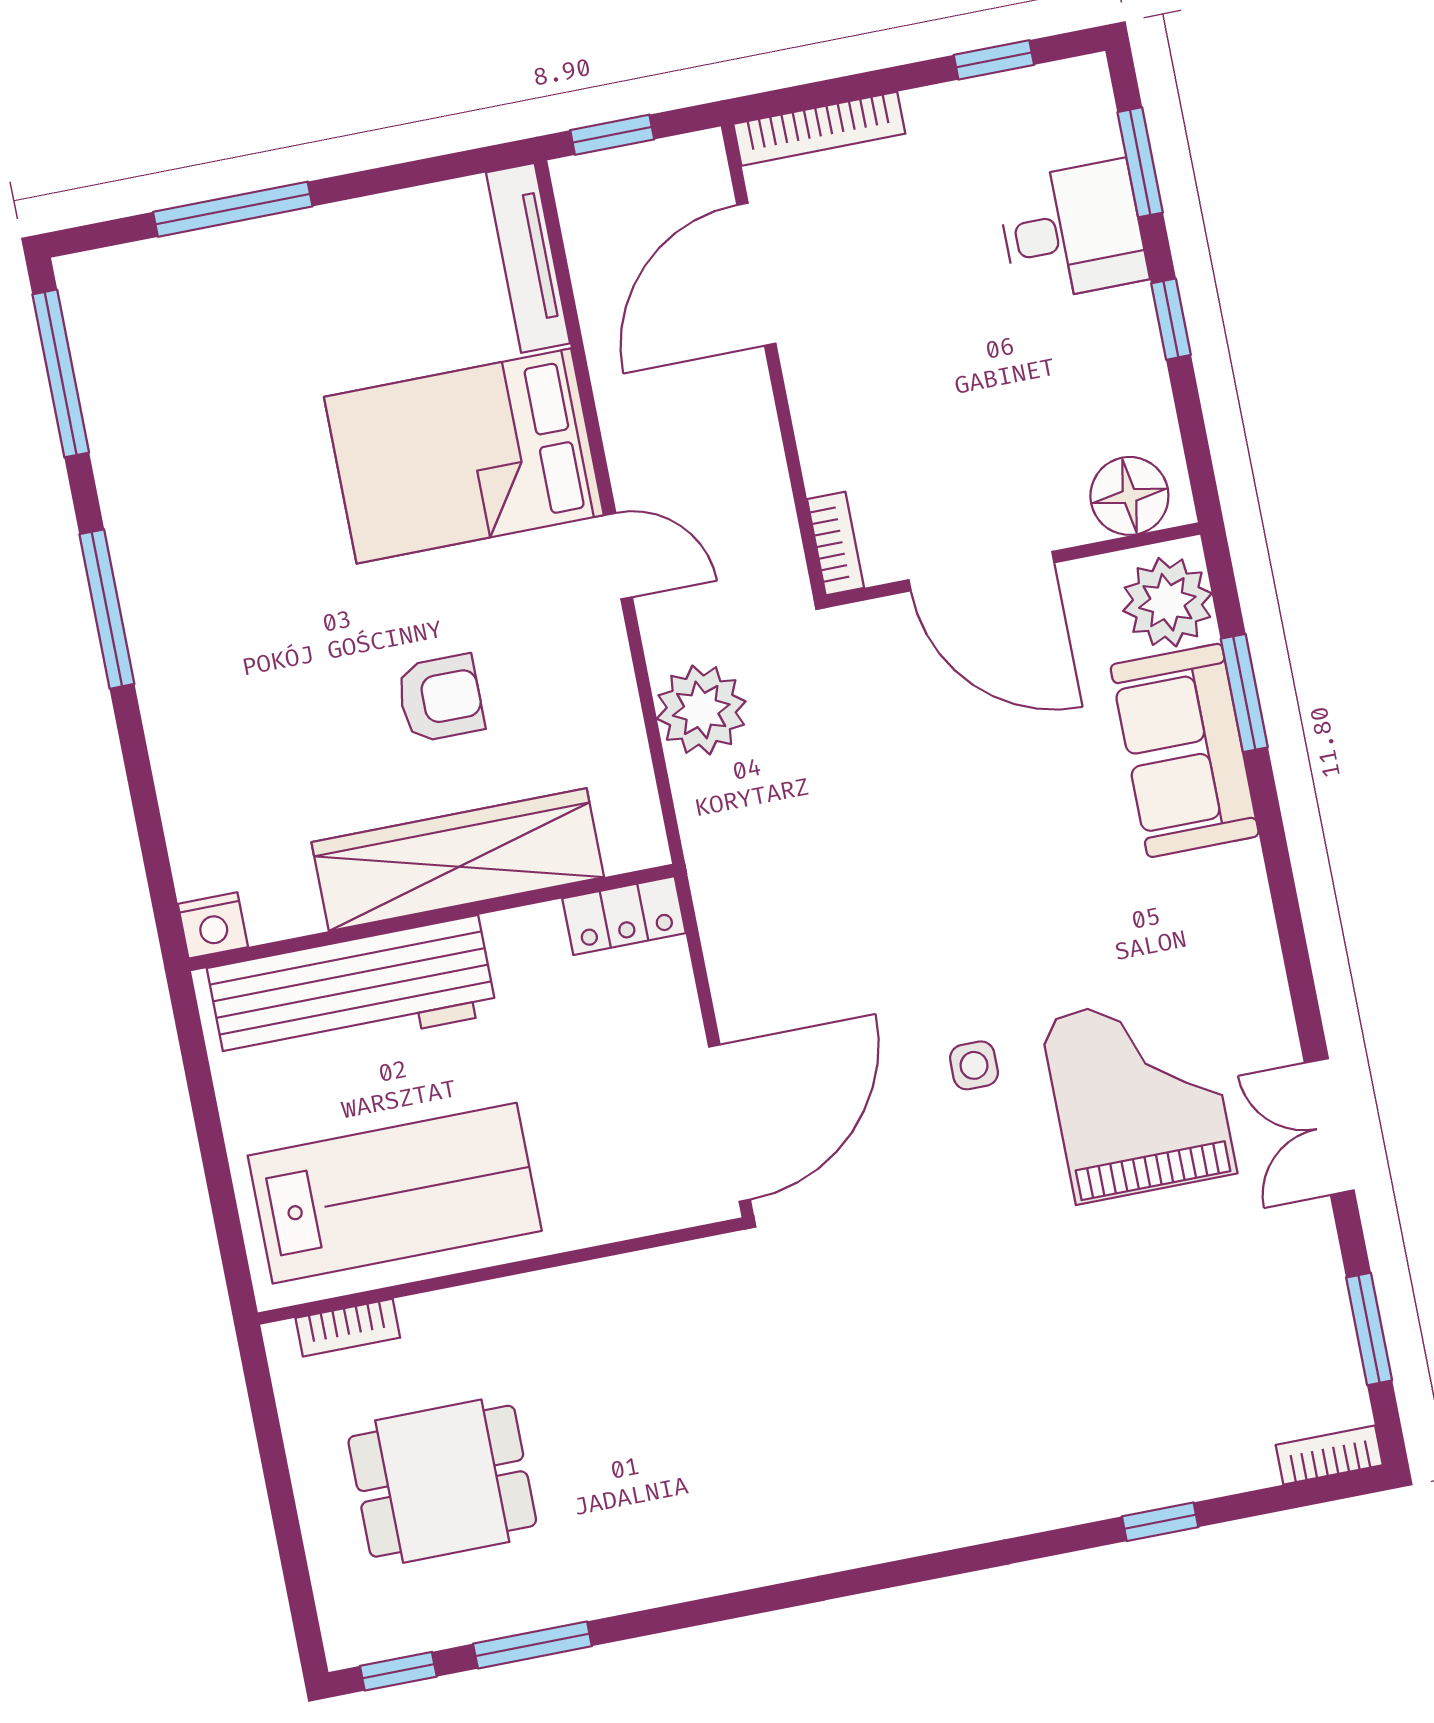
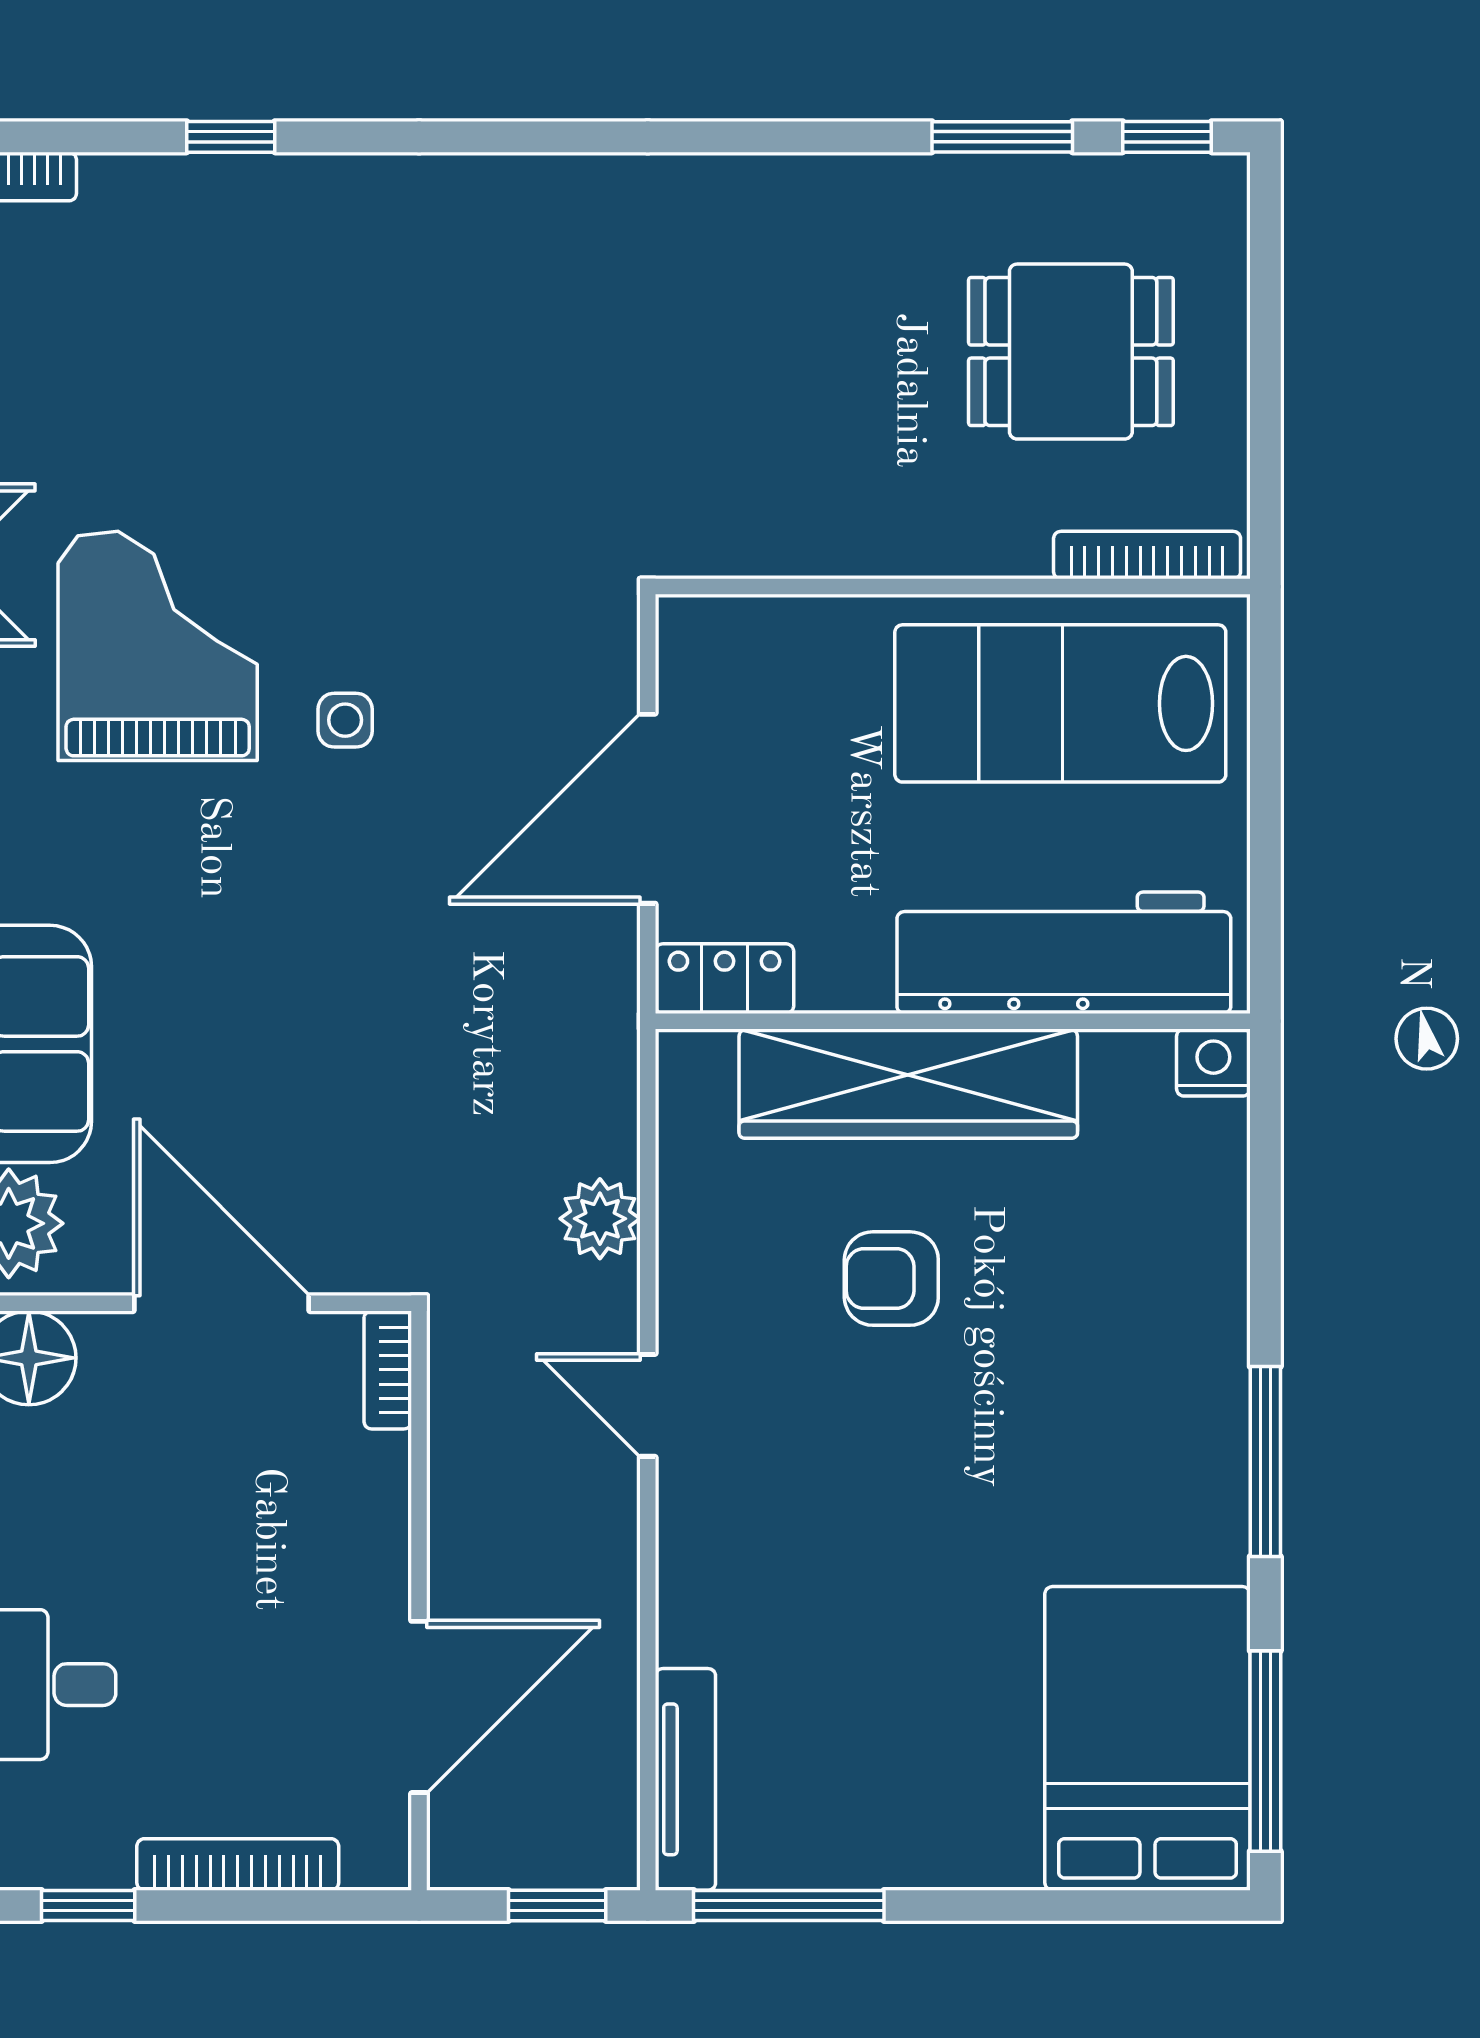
bookcase: (819, 129) -> (238, 1864), moved
window: (233, 209) -> (789, 1905), moved
bed: (464, 456) -> (1147, 1738), moved, turned -90
plant: (701, 710) -> (600, 1219), width x0.73, depth x0.73
grand piano: (1138, 1096) -> (158, 646), turned 180
door: (730, 1123) -> (648, 809), moved
bookcase: (348, 1328) -> (1147, 555), width x1.56

